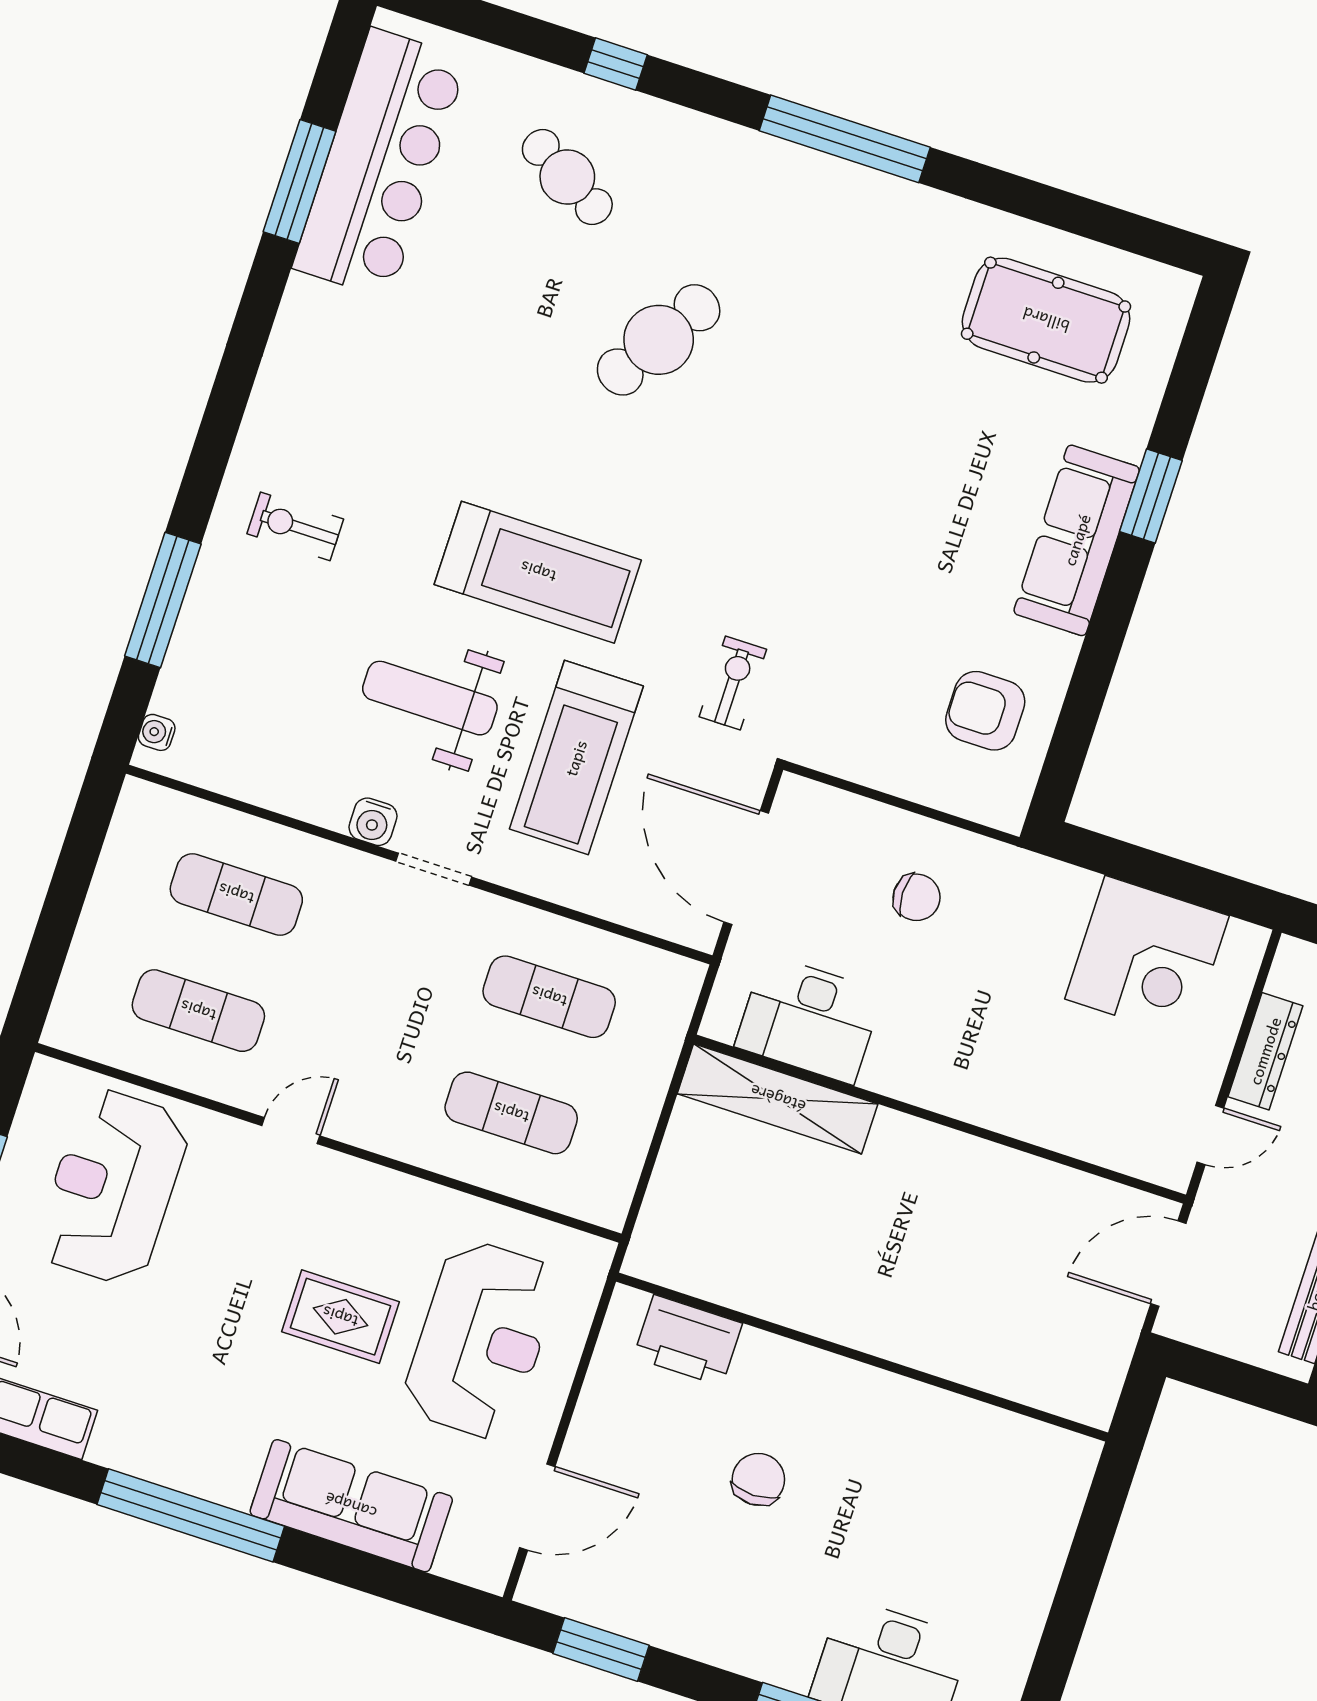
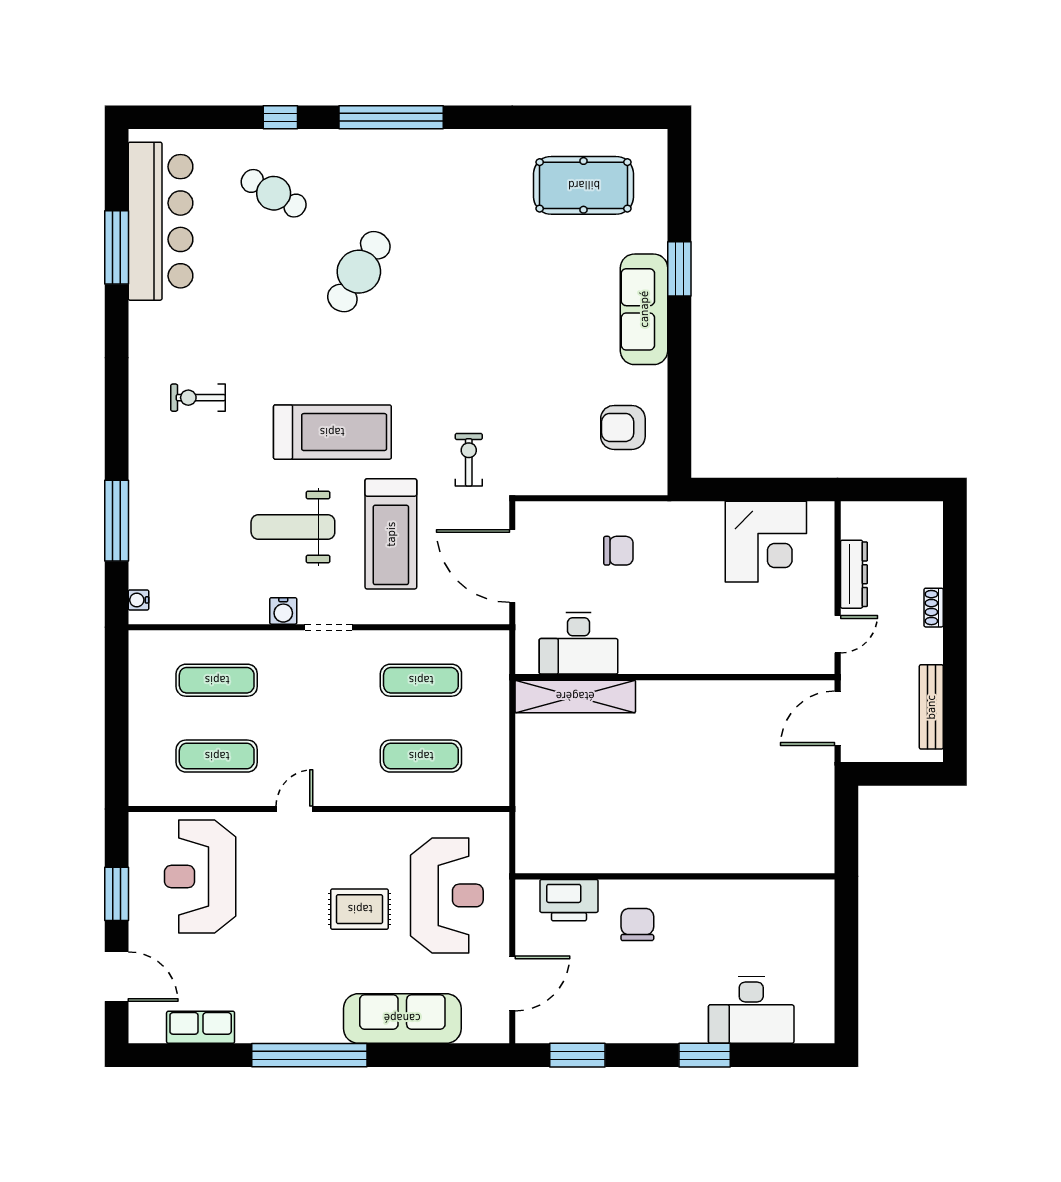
window: (845, 139) -> (391, 117), moved
exercise bike: (295, 526) -> (198, 398), moved
printer: (688, 1340) -> (569, 900), moved
wall: (862, 1357) -> (675, 876), moved

